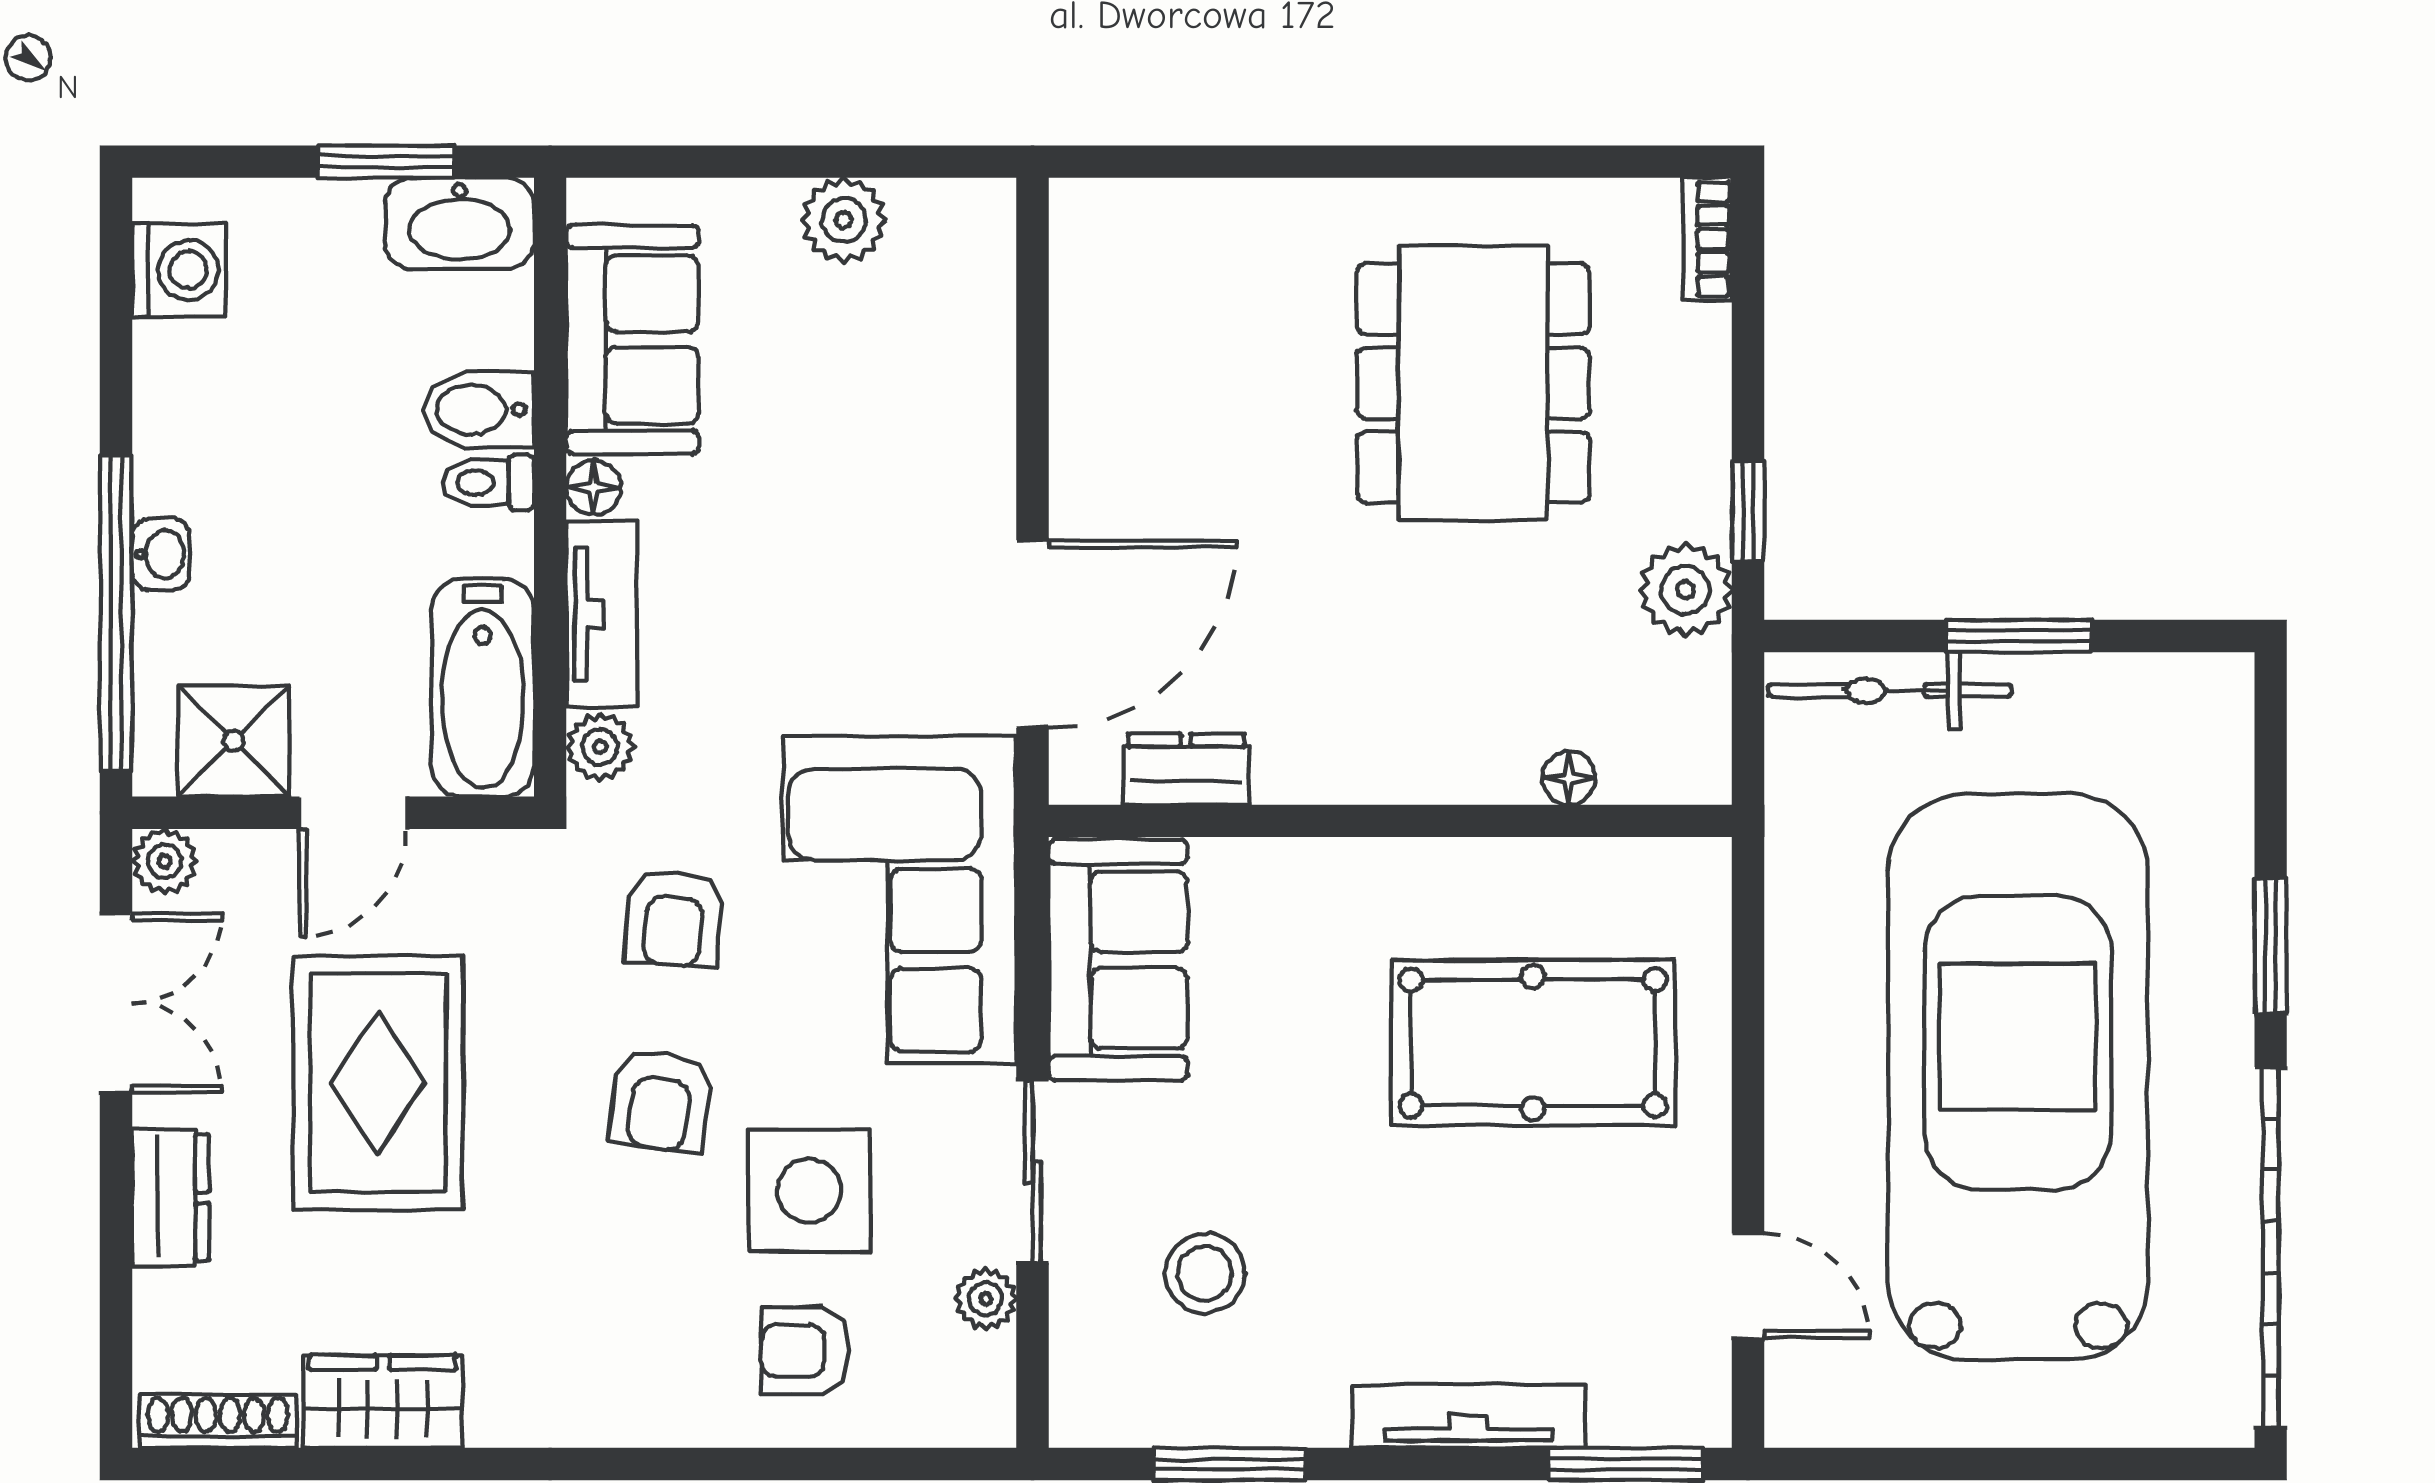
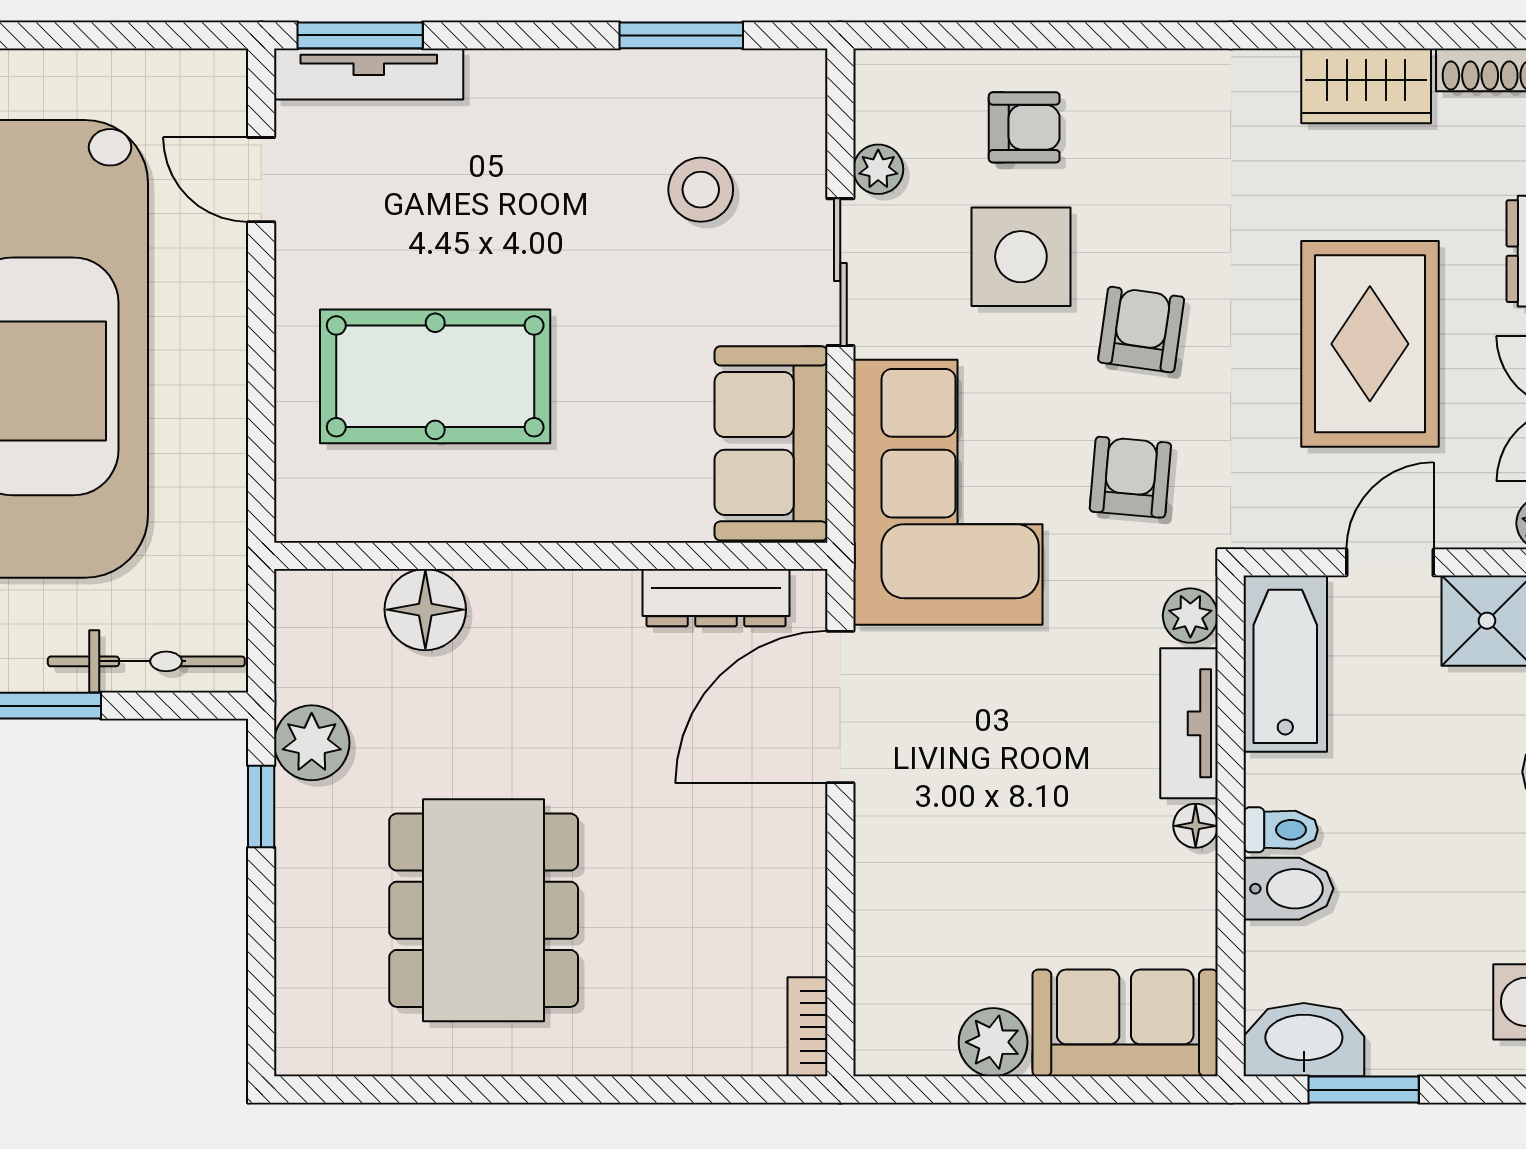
bookcase: (1707, 239) -> (807, 1027), moved, turned 180
sofa: (632, 339) -> (1125, 1023), moved, turned 90
dresser: (1186, 769) -> (716, 598), width x1.44
floor lamp: (1569, 778) -> (425, 610), width x1.89, depth x1.89
tv unit: (1468, 1416) -> (369, 74), moved

